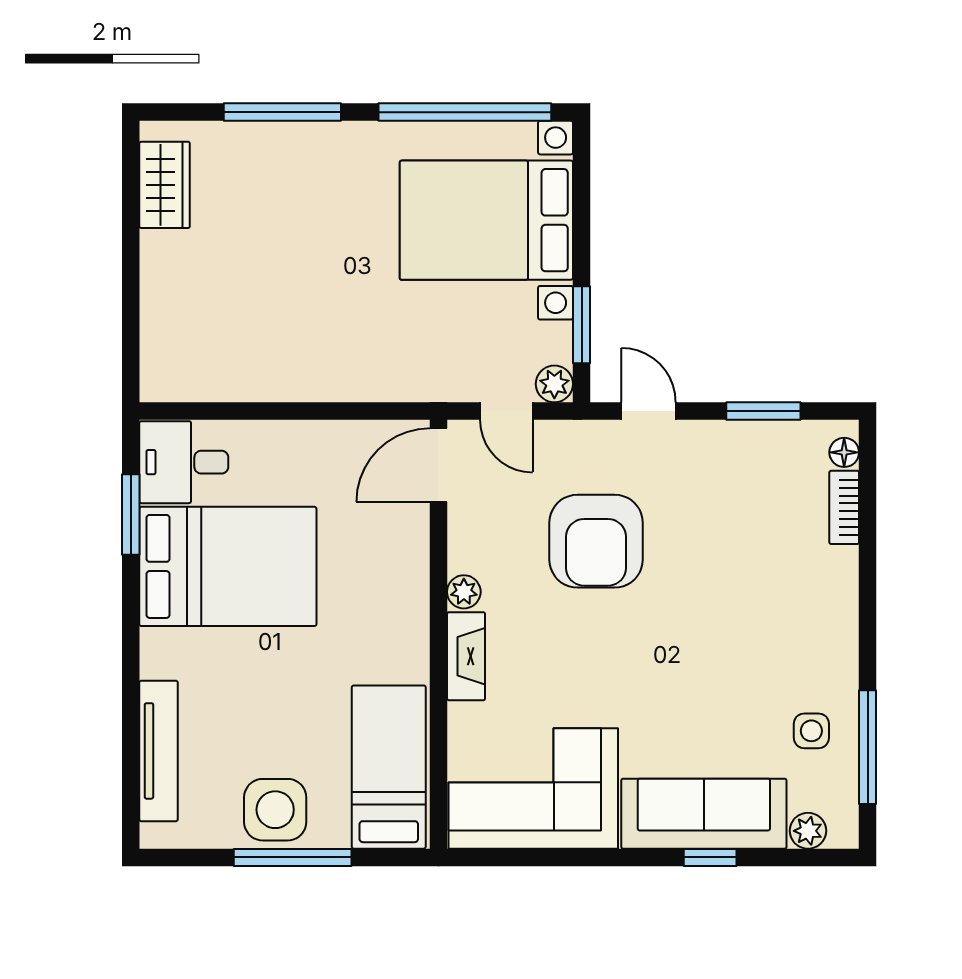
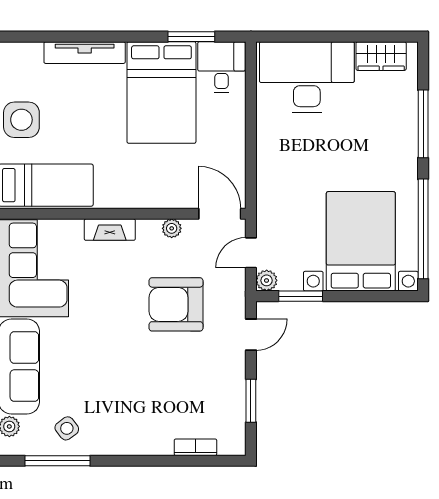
desk: (201, 314) -> (307, 77), added
floor lamp: (844, 452) -> (227, 447), removed
plant: (464, 592) -> (172, 228), moved
side table: (811, 731) -> (67, 428), turned -37
tv unit: (159, 751) -> (85, 53), moved

